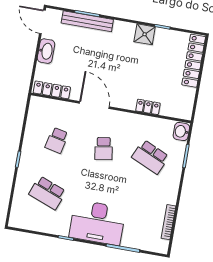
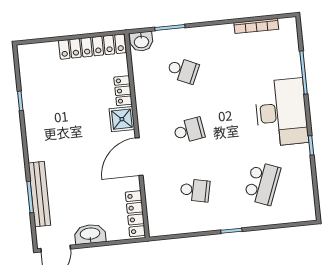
shower: (145, 34) -> (122, 119), moved
locker: (194, 61) -> (92, 47), moved
school desk: (150, 157) -> (183, 70), width x0.54

